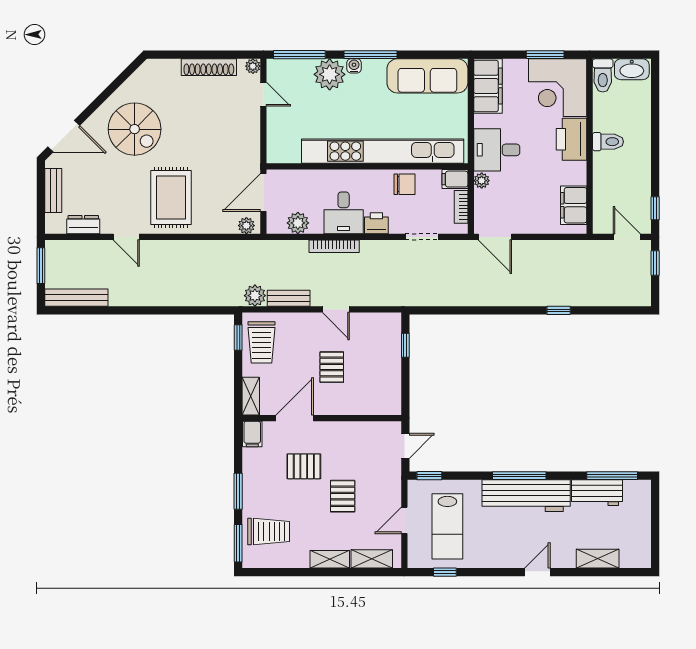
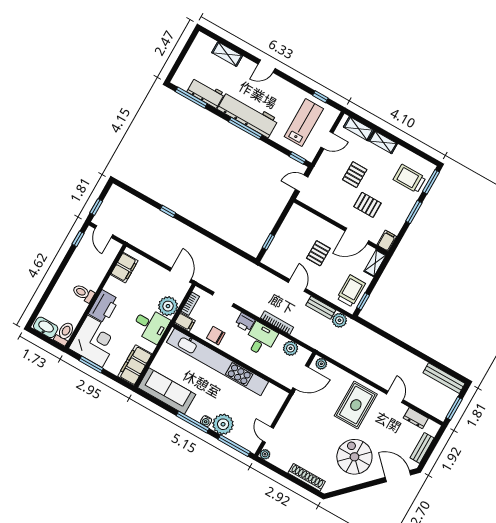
shoe rack: (209, 67) -> (307, 477), moved
plant: (482, 181) -> (168, 306), width x1.87, depth x1.87

